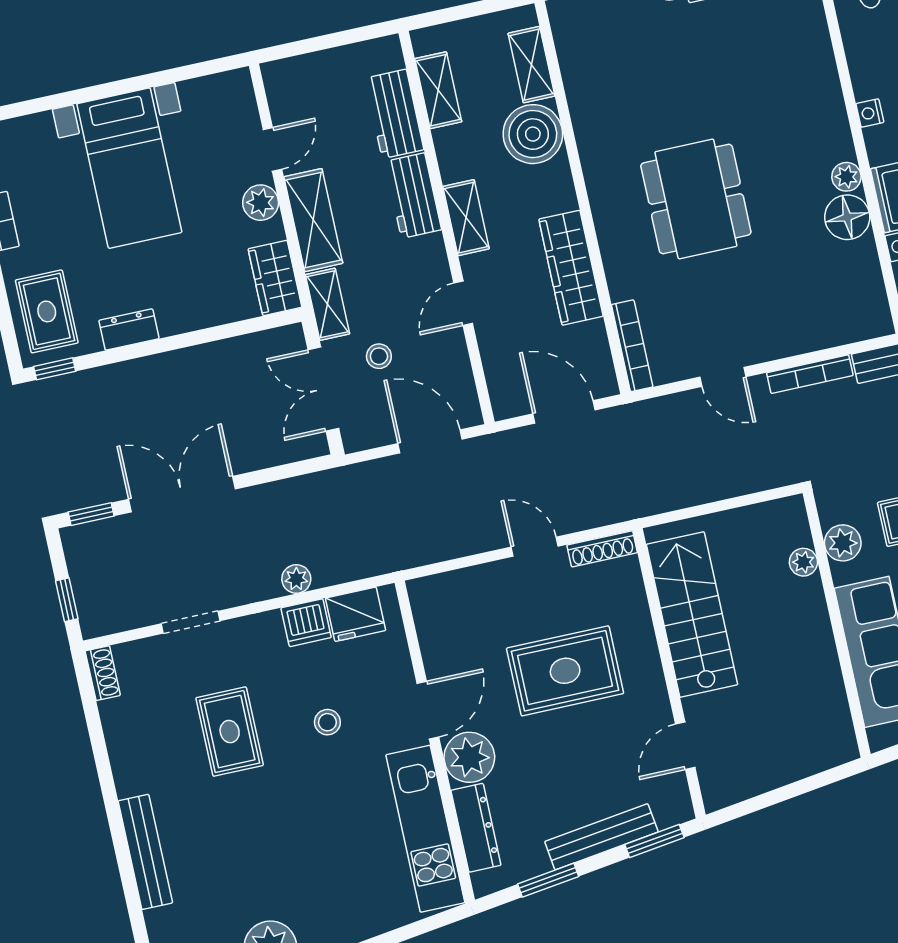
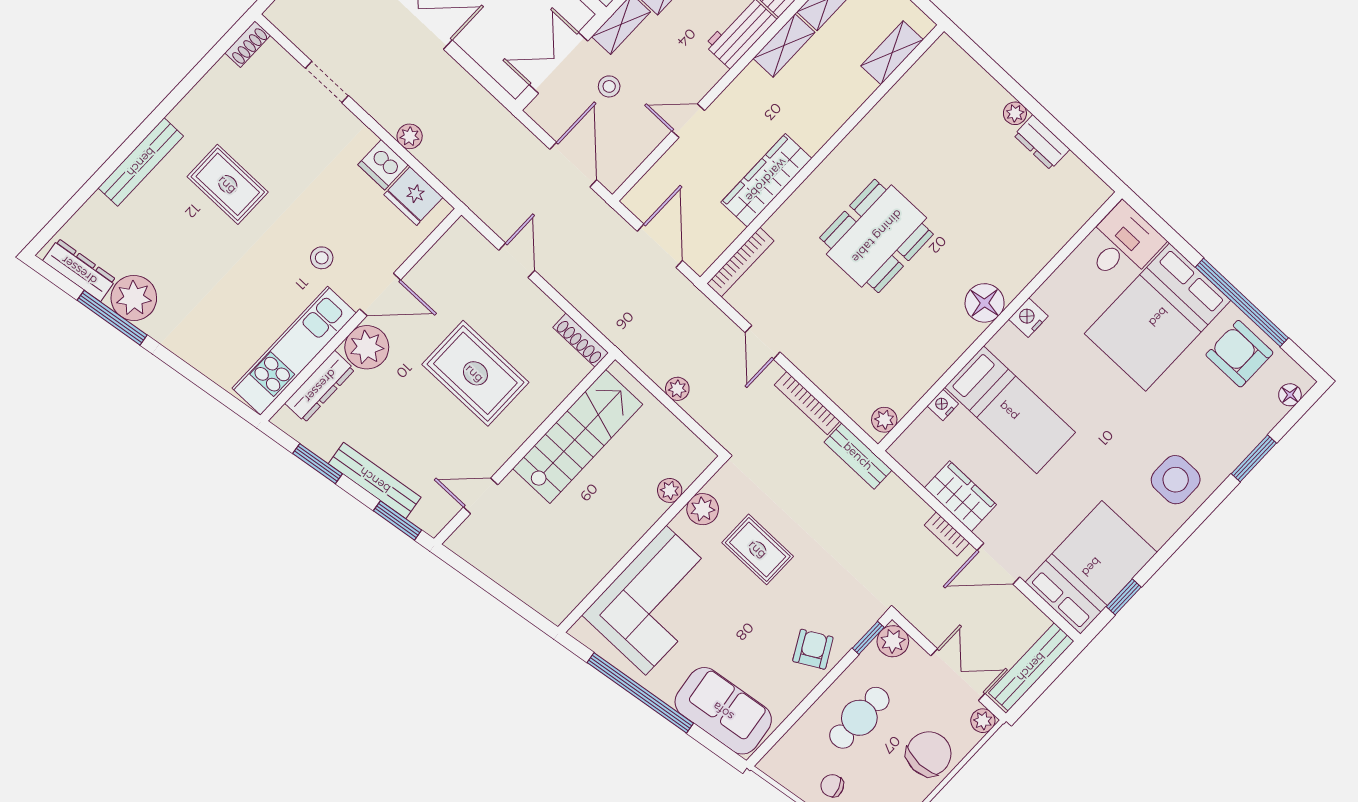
nightstand: (870, 113) -> (1028, 318), width x1.39, depth x1.35
boiler: (533, 134) -> (843, 88), removed
plant: (846, 177) -> (884, 420), moved
floor lamp: (847, 217) -> (985, 303), moved
shelving: (466, 218) -> (784, 45), moved
plant: (712, 489) -> (677, 389), added
door: (535, 547) -> (517, 260), moved
stool: (327, 722) -> (322, 258), moved
rug: (230, 732) -> (228, 184), moved, turned 90

